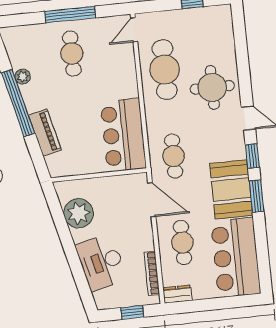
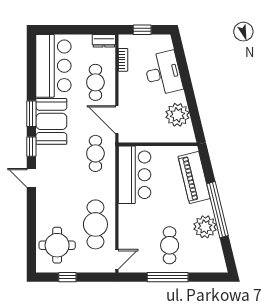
plant: (23, 77) -> (205, 227), width x1.87, depth x1.87
round table: (212, 87) -> (57, 245), moved
piano: (45, 133) -> (194, 178), width x1.37, depth x1.33
bookcase: (152, 273) -> (123, 60), width x0.64

